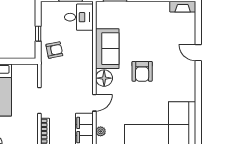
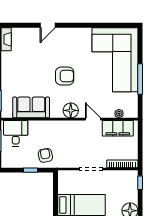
sofa: (107, 49) -> (31, 107), moved

